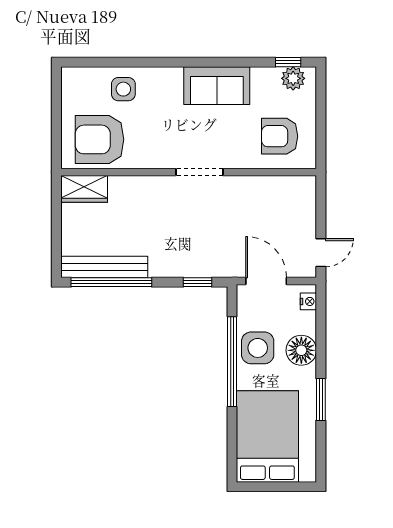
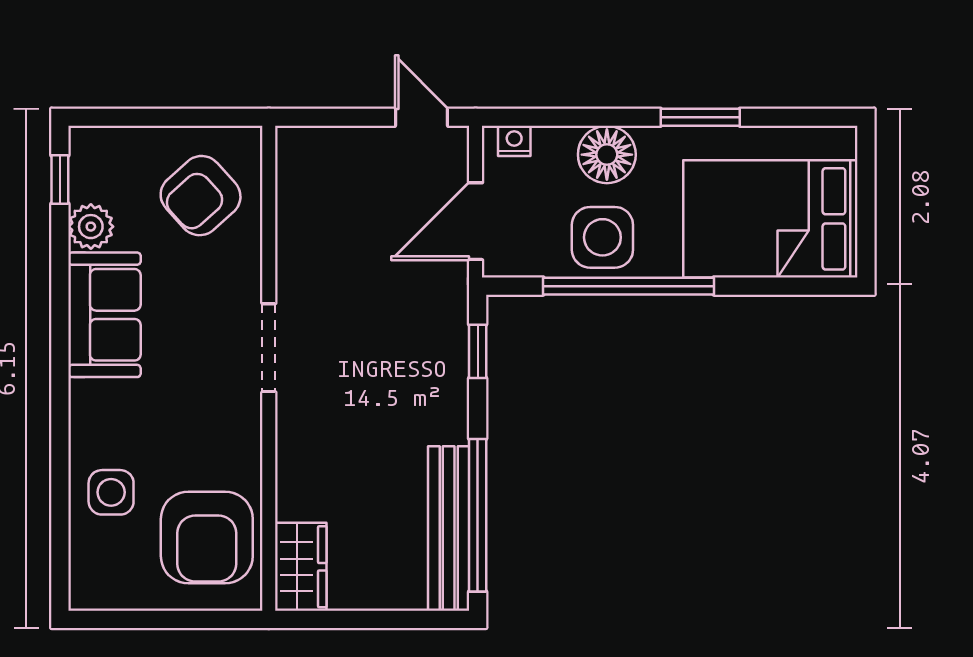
plant: (293, 78) -> (91, 227), moved
armchair: (280, 136) -> (201, 196), turned 48

